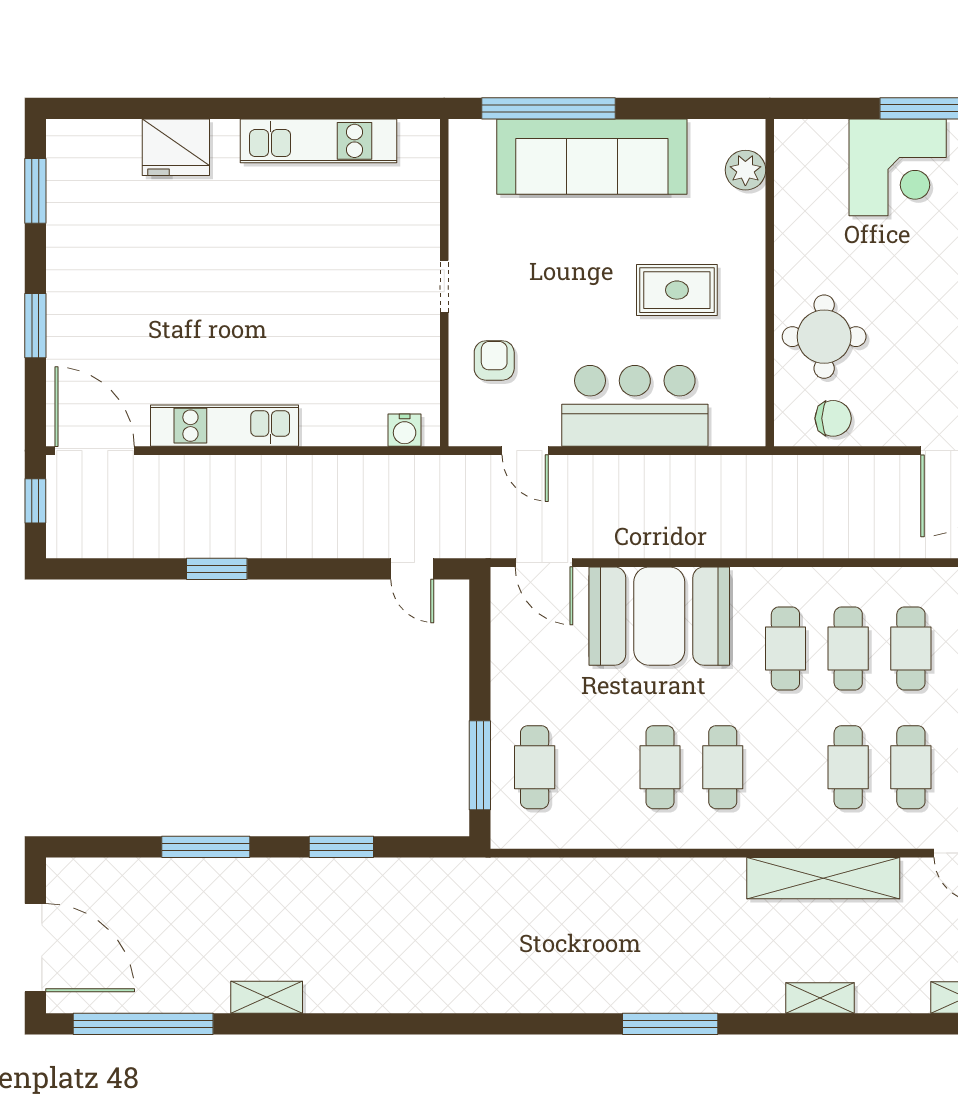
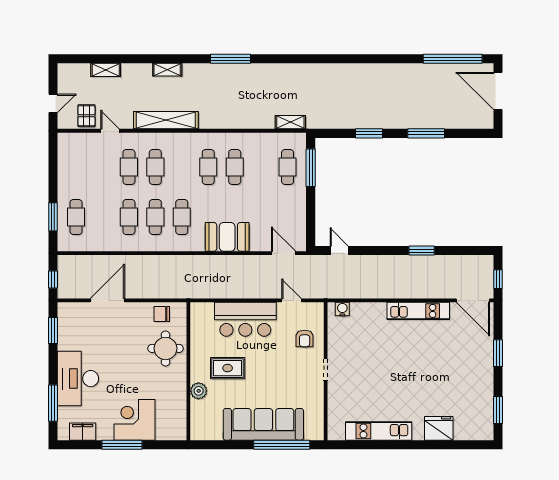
plant: (745, 170) -> (199, 391), moved
booth: (659, 616) -> (227, 237), width x0.73, depth x0.70
shelving: (267, 997) -> (290, 122), moved

